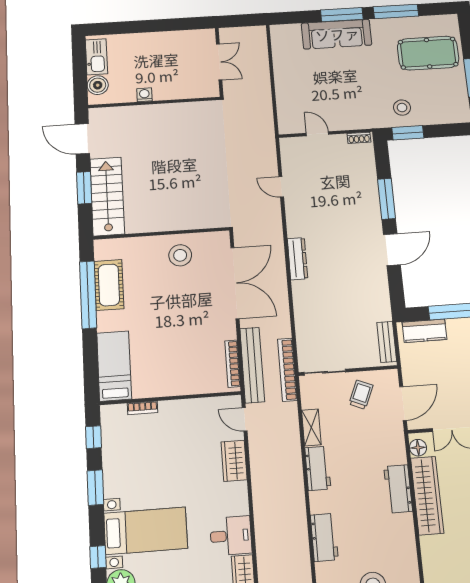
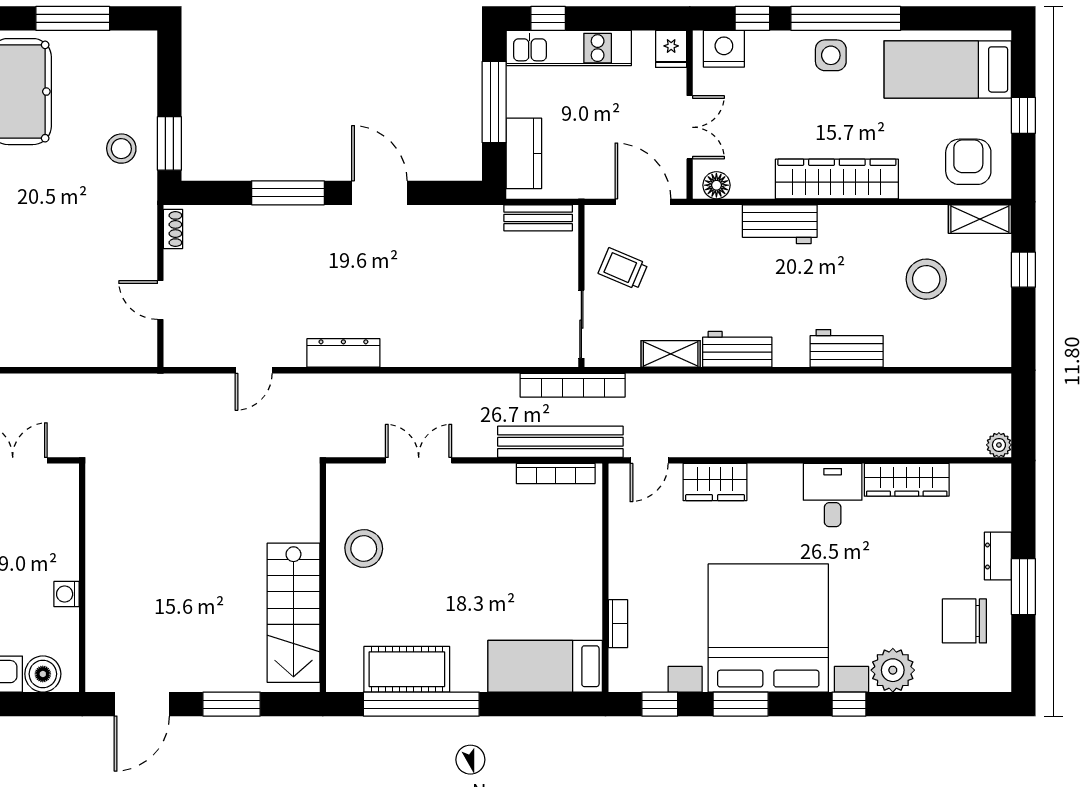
door: (317, 134) -> (160, 300), hinge flipped
stairs: (107, 196) -> (293, 613), moved, turned -90
dresser: (297, 259) -> (343, 353), moved
double door: (235, 283) -> (419, 460), width x0.54
wardrobe: (427, 496) -> (837, 179), moved
bed with nightstands: (146, 531) -> (768, 628), width x1.85

